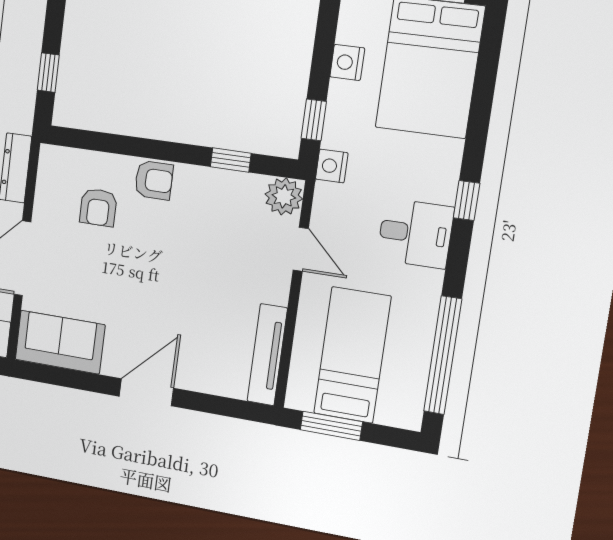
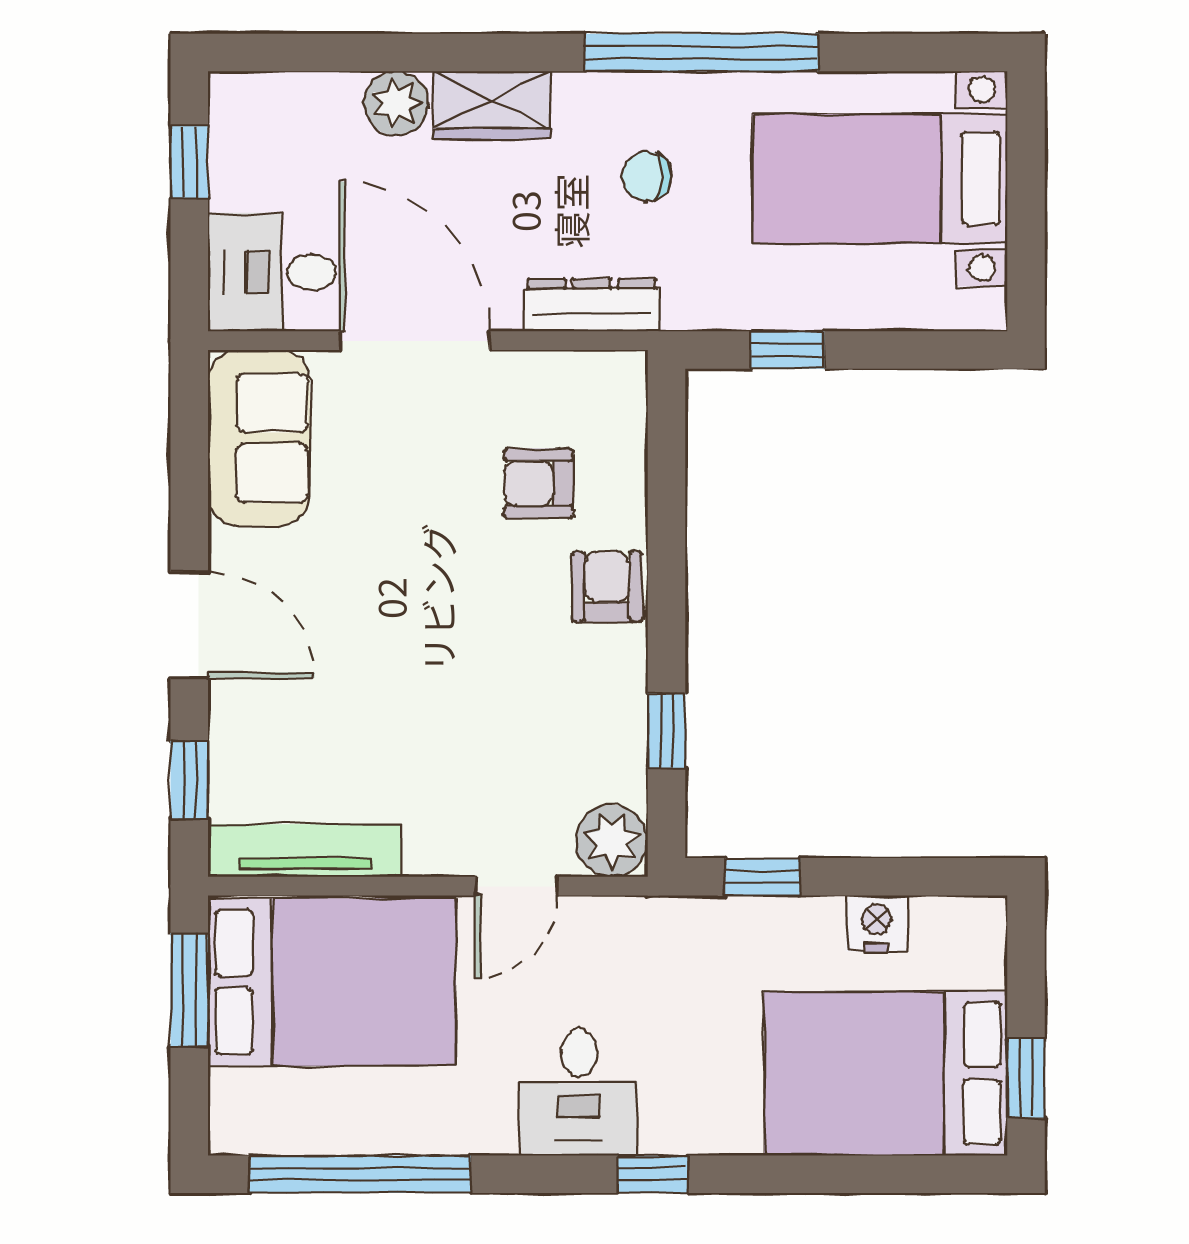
nightstand: (332, 166) -> (682, 922), removed
armchair: (154, 180) -> (607, 587), turned 180
bed: (352, 355) -> (332, 982), width x1.50
window: (223, 406) -> (189, 780), added

